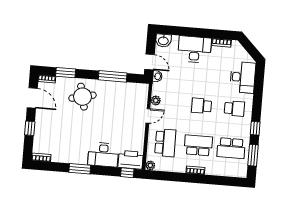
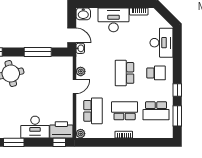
school desk: (201, 106) -> (125, 73), width x1.85

